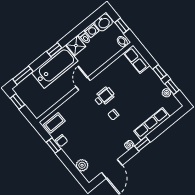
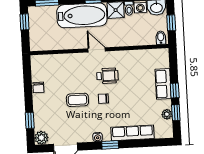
row of seats: (137, 59) -> (163, 84), moved
door: (83, 84) -> (97, 50), hinge flipped
coffee table: (54, 123) -> (77, 100), moved
window: (54, 146) -> (30, 120), moved
plant: (82, 165) -> (41, 138), moved

